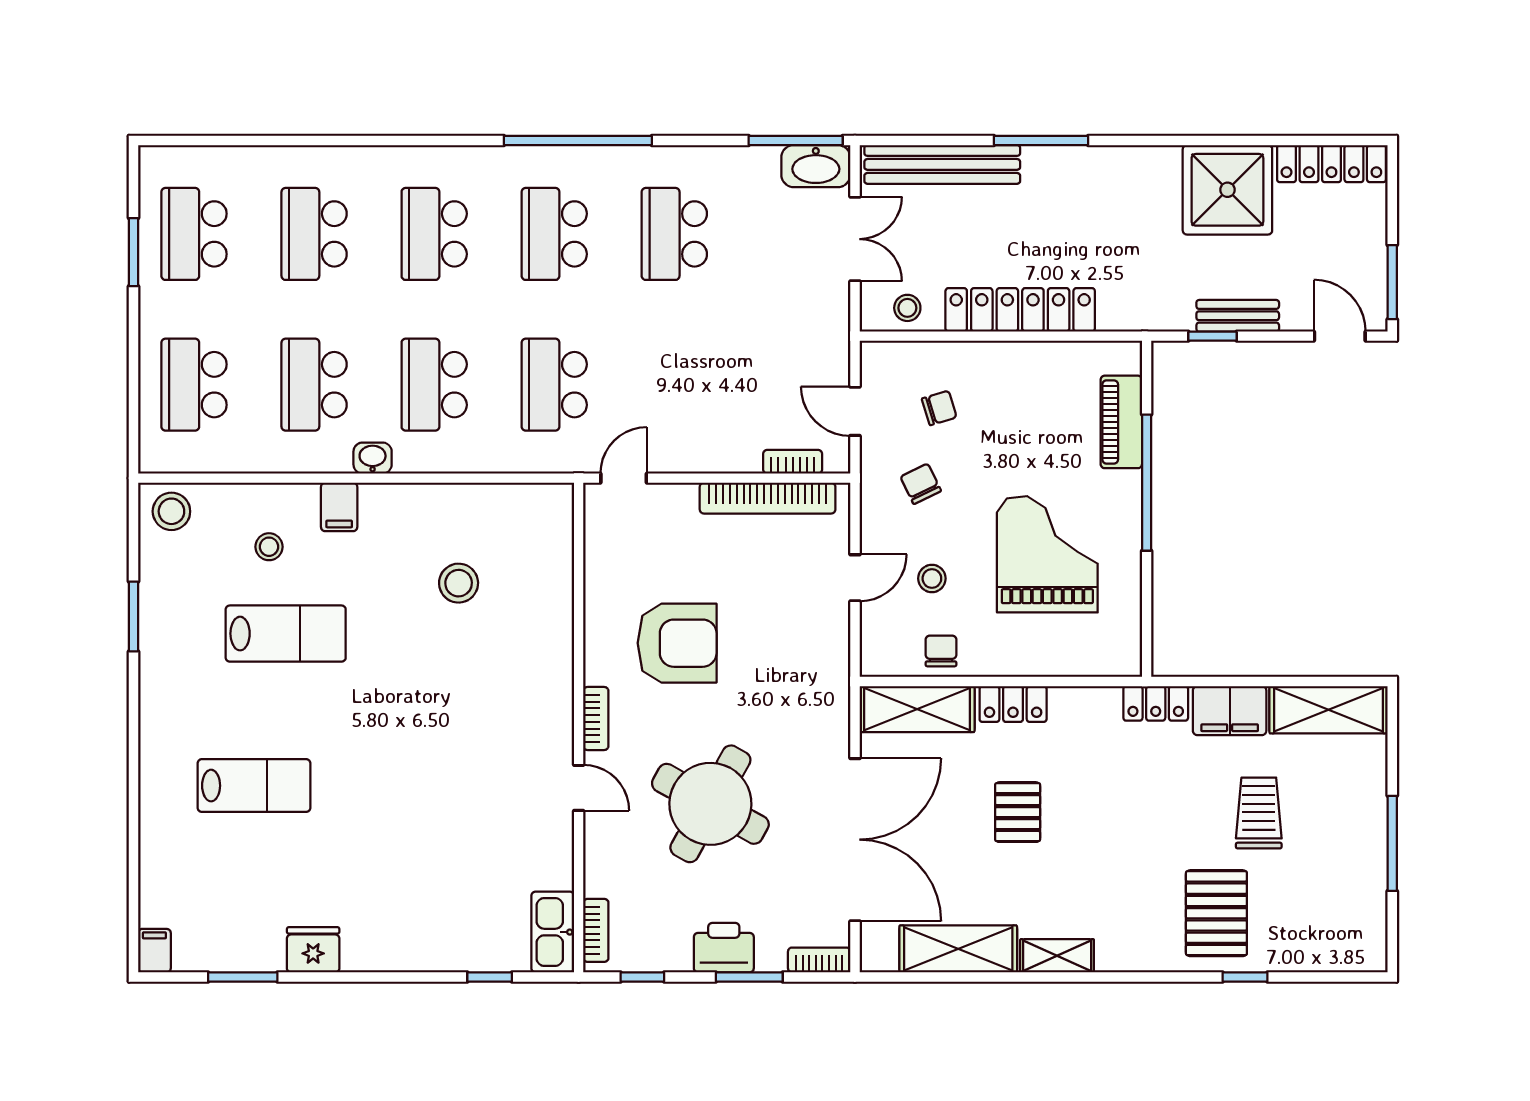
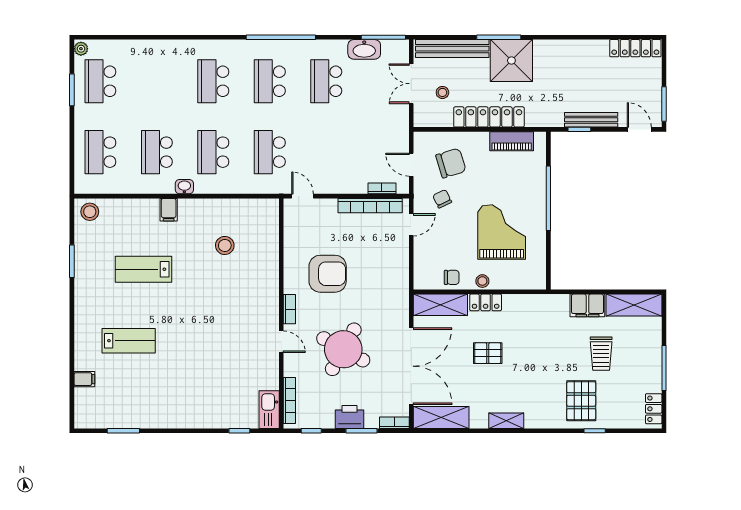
plant: (153, 165) -> (81, 49), added
washbasin: (816, 166) -> (364, 49), moved
shower: (1227, 190) -> (511, 60), moved
school desk: (314, 234) -> (157, 81), removed
double door: (855, 239) -> (411, 84), swing flipped
stool: (907, 308) -> (442, 92), moved
bench: (1238, 316) -> (591, 120), width x1.36
chair: (939, 408) -> (451, 163), width x1.87, depth x1.87
piano: (1121, 422) -> (512, 141), moved, turned -90
door: (624, 478) -> (302, 196), hinge flipped
stool: (269, 547) -> (136, 228), removed
door: (855, 578) -> (411, 225), moved
stool: (932, 578) -> (482, 281), moved
lab bench: (286, 634) -> (143, 269), turned 180
chair: (941, 651) -> (452, 277), turned 90
locker: (1156, 703) -> (654, 409), moved, turned 90
pallet: (1018, 812) -> (488, 353), turned 90
trolley: (1259, 813) -> (601, 354), turned 180
bookcase: (596, 930) -> (289, 400), width x1.56
shelving: (958, 949) -> (441, 418), moved
fridge: (313, 950) -> (156, 418), removed
filing cabinet: (154, 951) -> (84, 379), moved, turned 90

